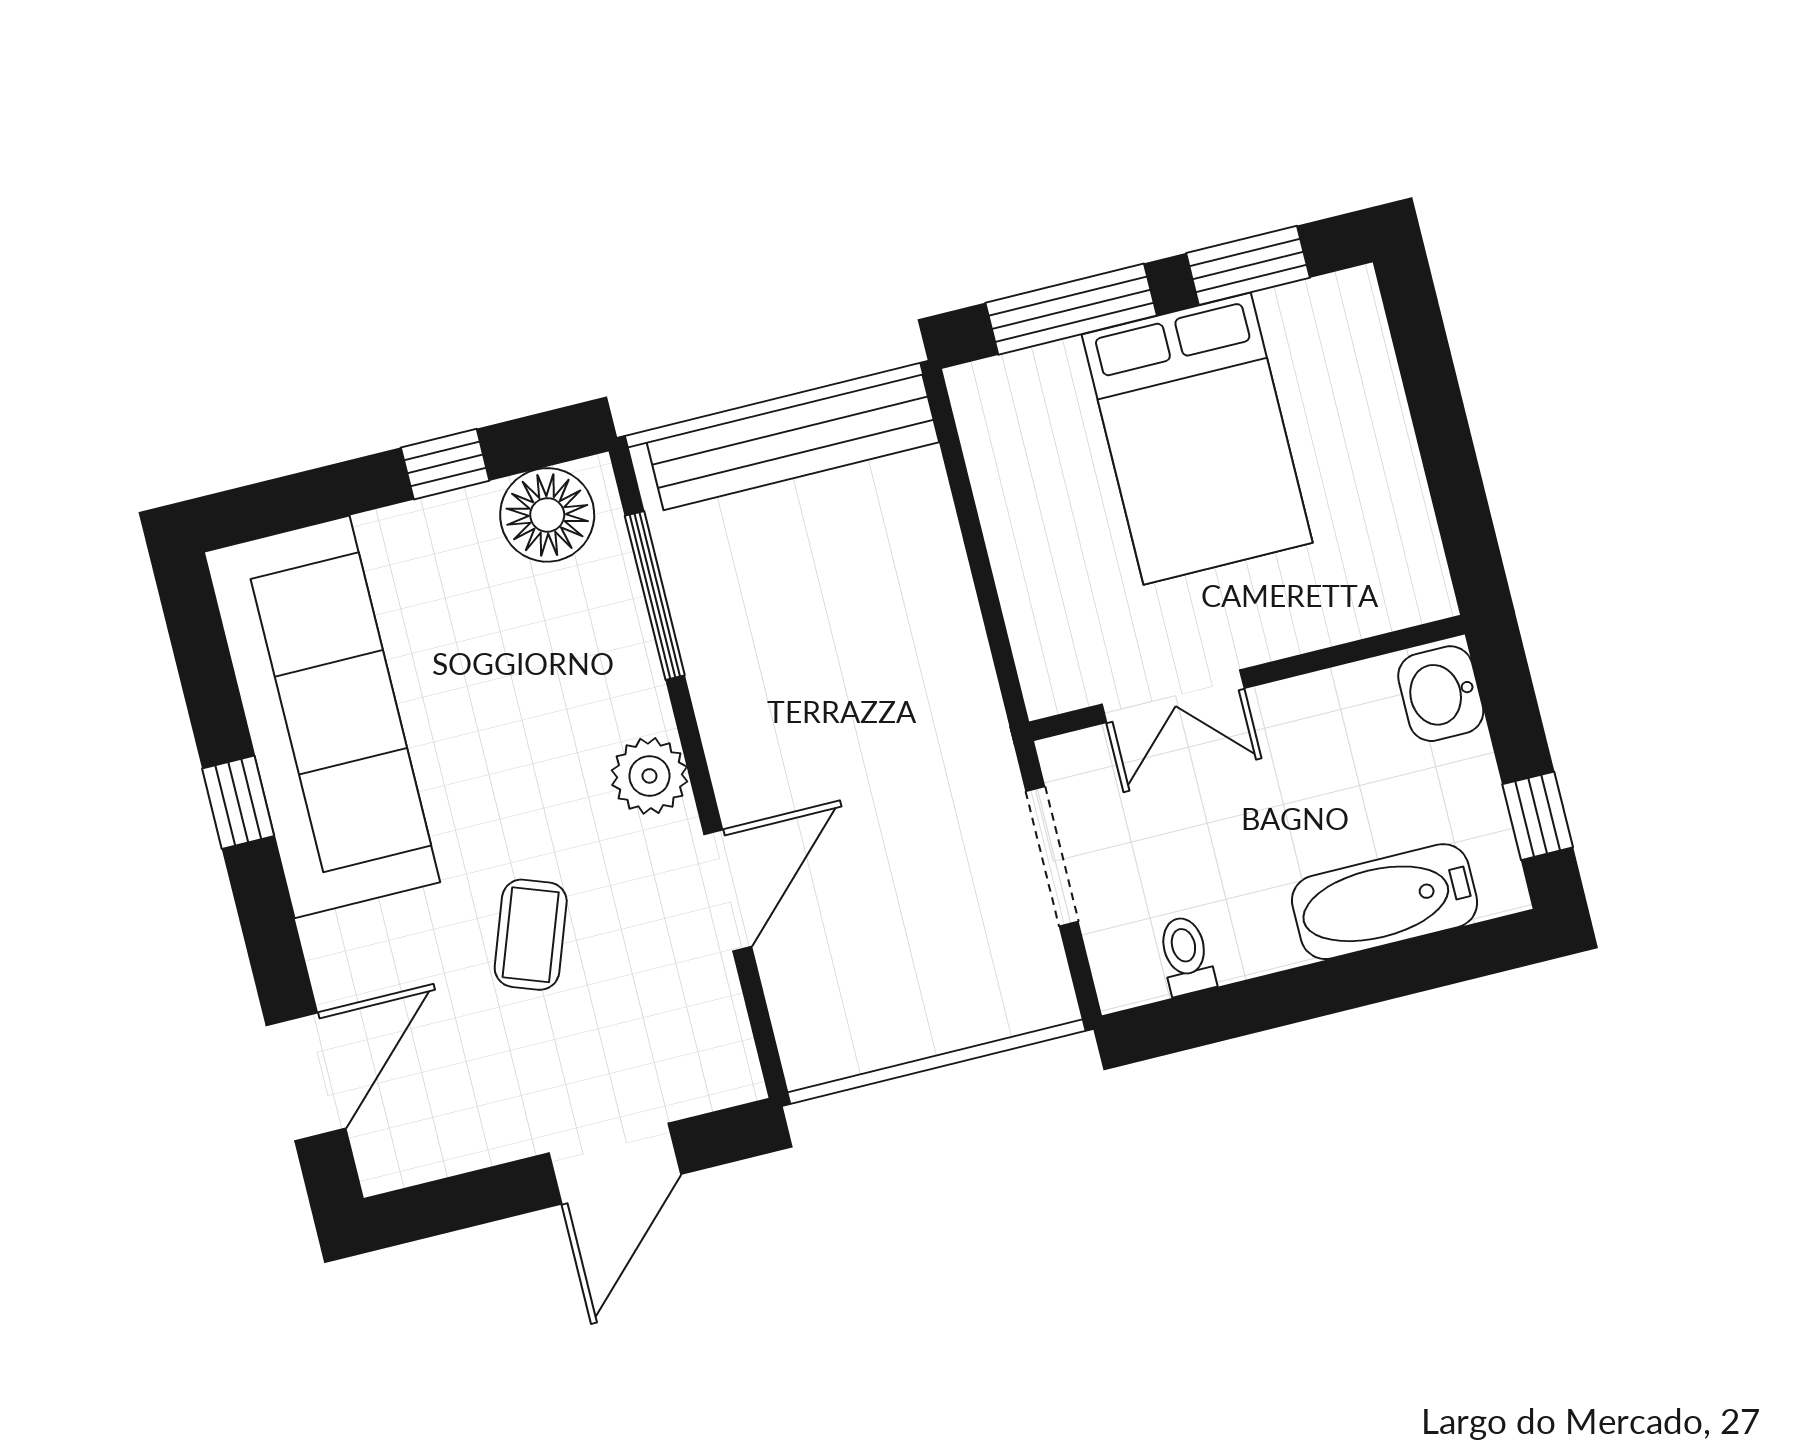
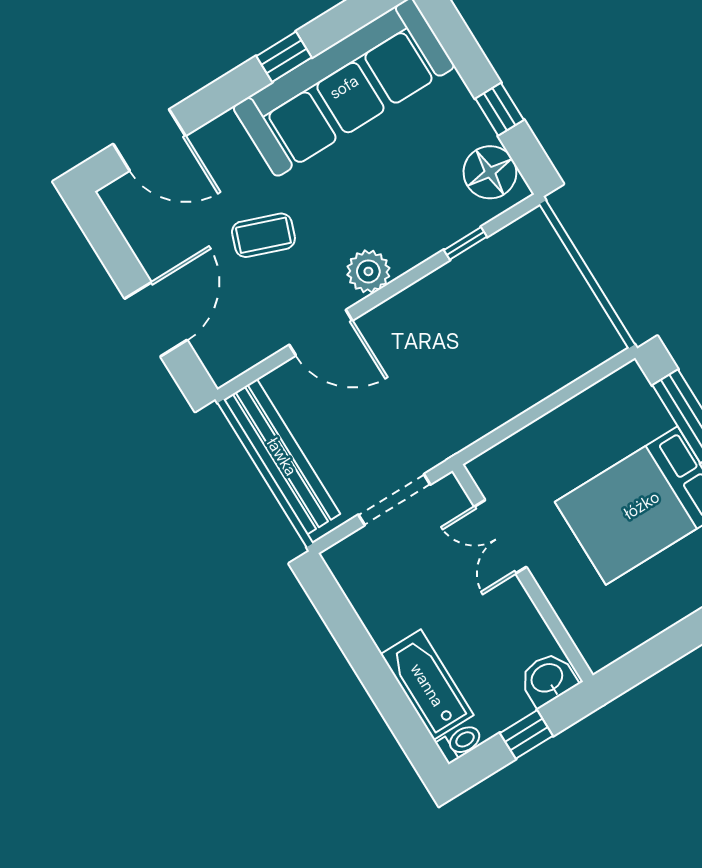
bench: (793, 442) -> (282, 457), moved
window: (655, 596) -> (465, 243), width x0.46
window: (1538, 816) -> (526, 734), moved
toilet: (1186, 956) -> (460, 743), moved
door: (615, 1164) -> (156, 319), swing flipped

